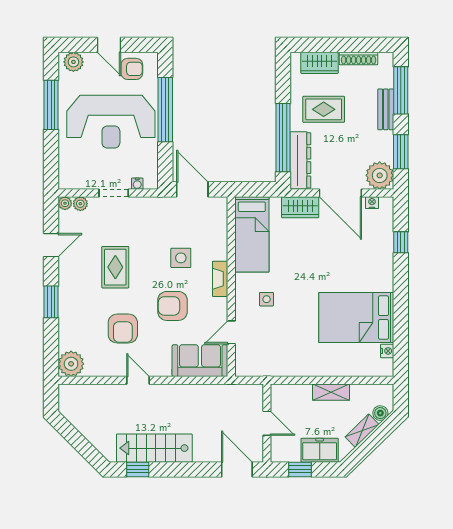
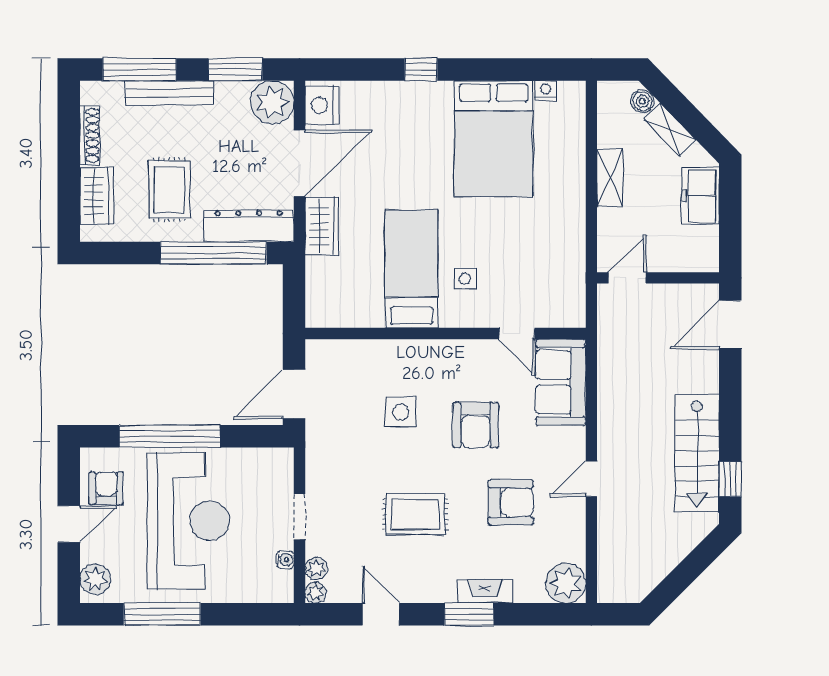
bench: (386, 109) -> (169, 93), width x1.36
water cooler: (137, 184) -> (285, 560), moved
nightstand: (372, 203) -> (322, 105), width x1.89, depth x1.79
bed: (252, 234) -> (412, 269), moved, turned -90
window: (401, 242) -> (421, 69), moved
fireplace: (220, 279) -> (485, 591), moved, turned 180
door: (267, 423) -> (627, 278), moved
window: (300, 469) -> (730, 226), removed

